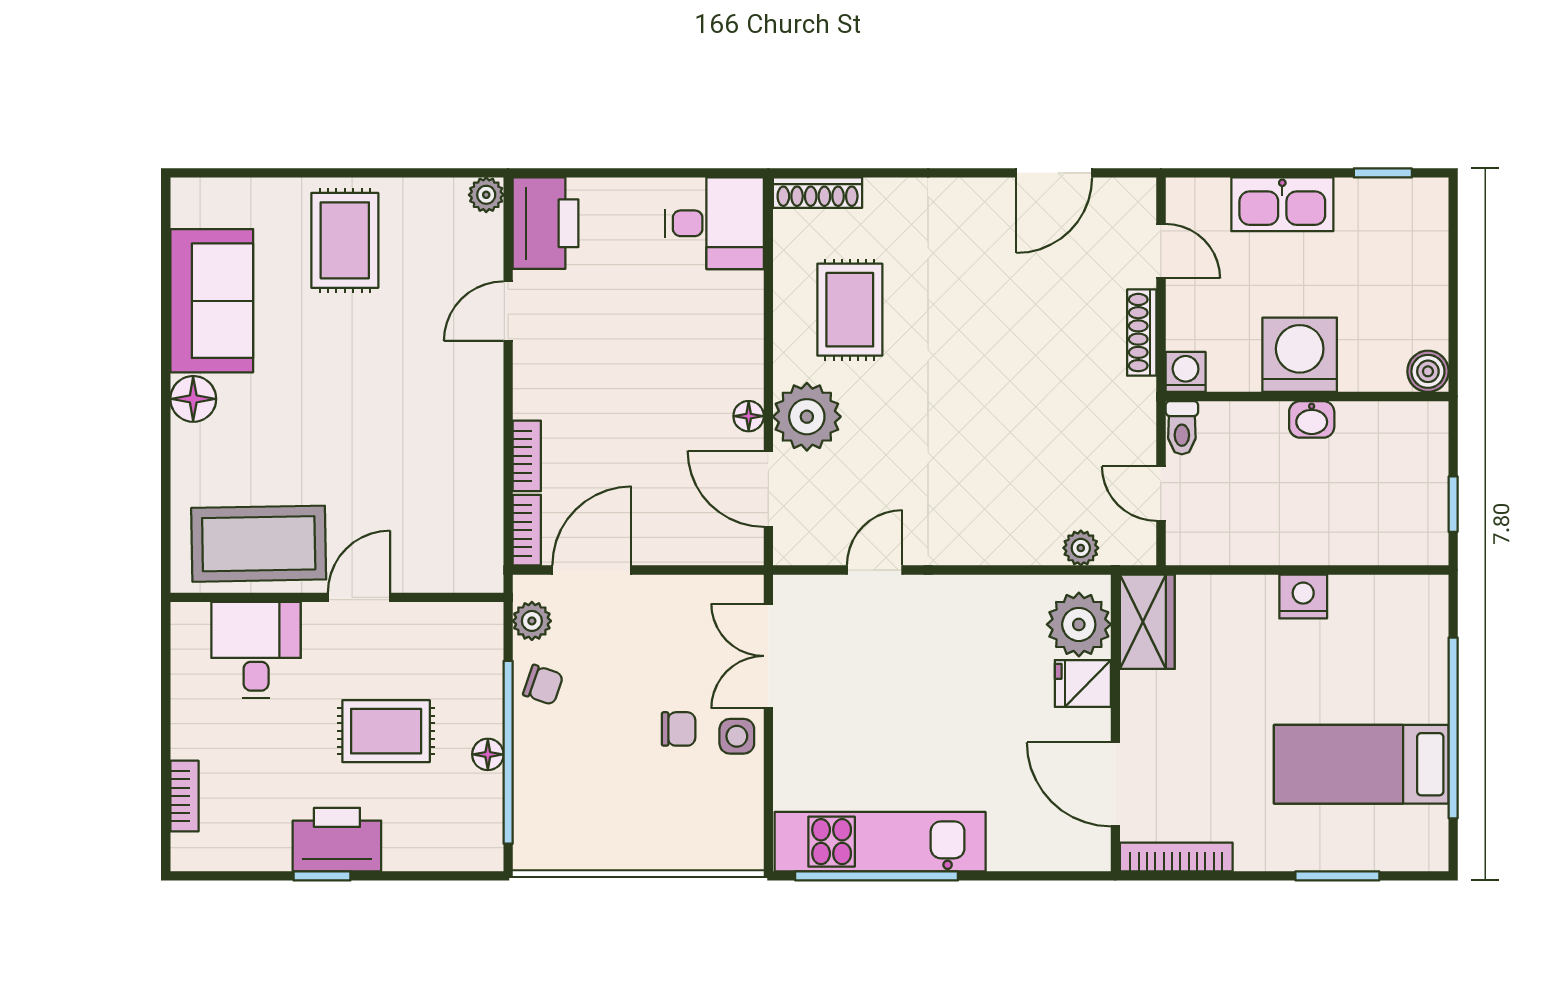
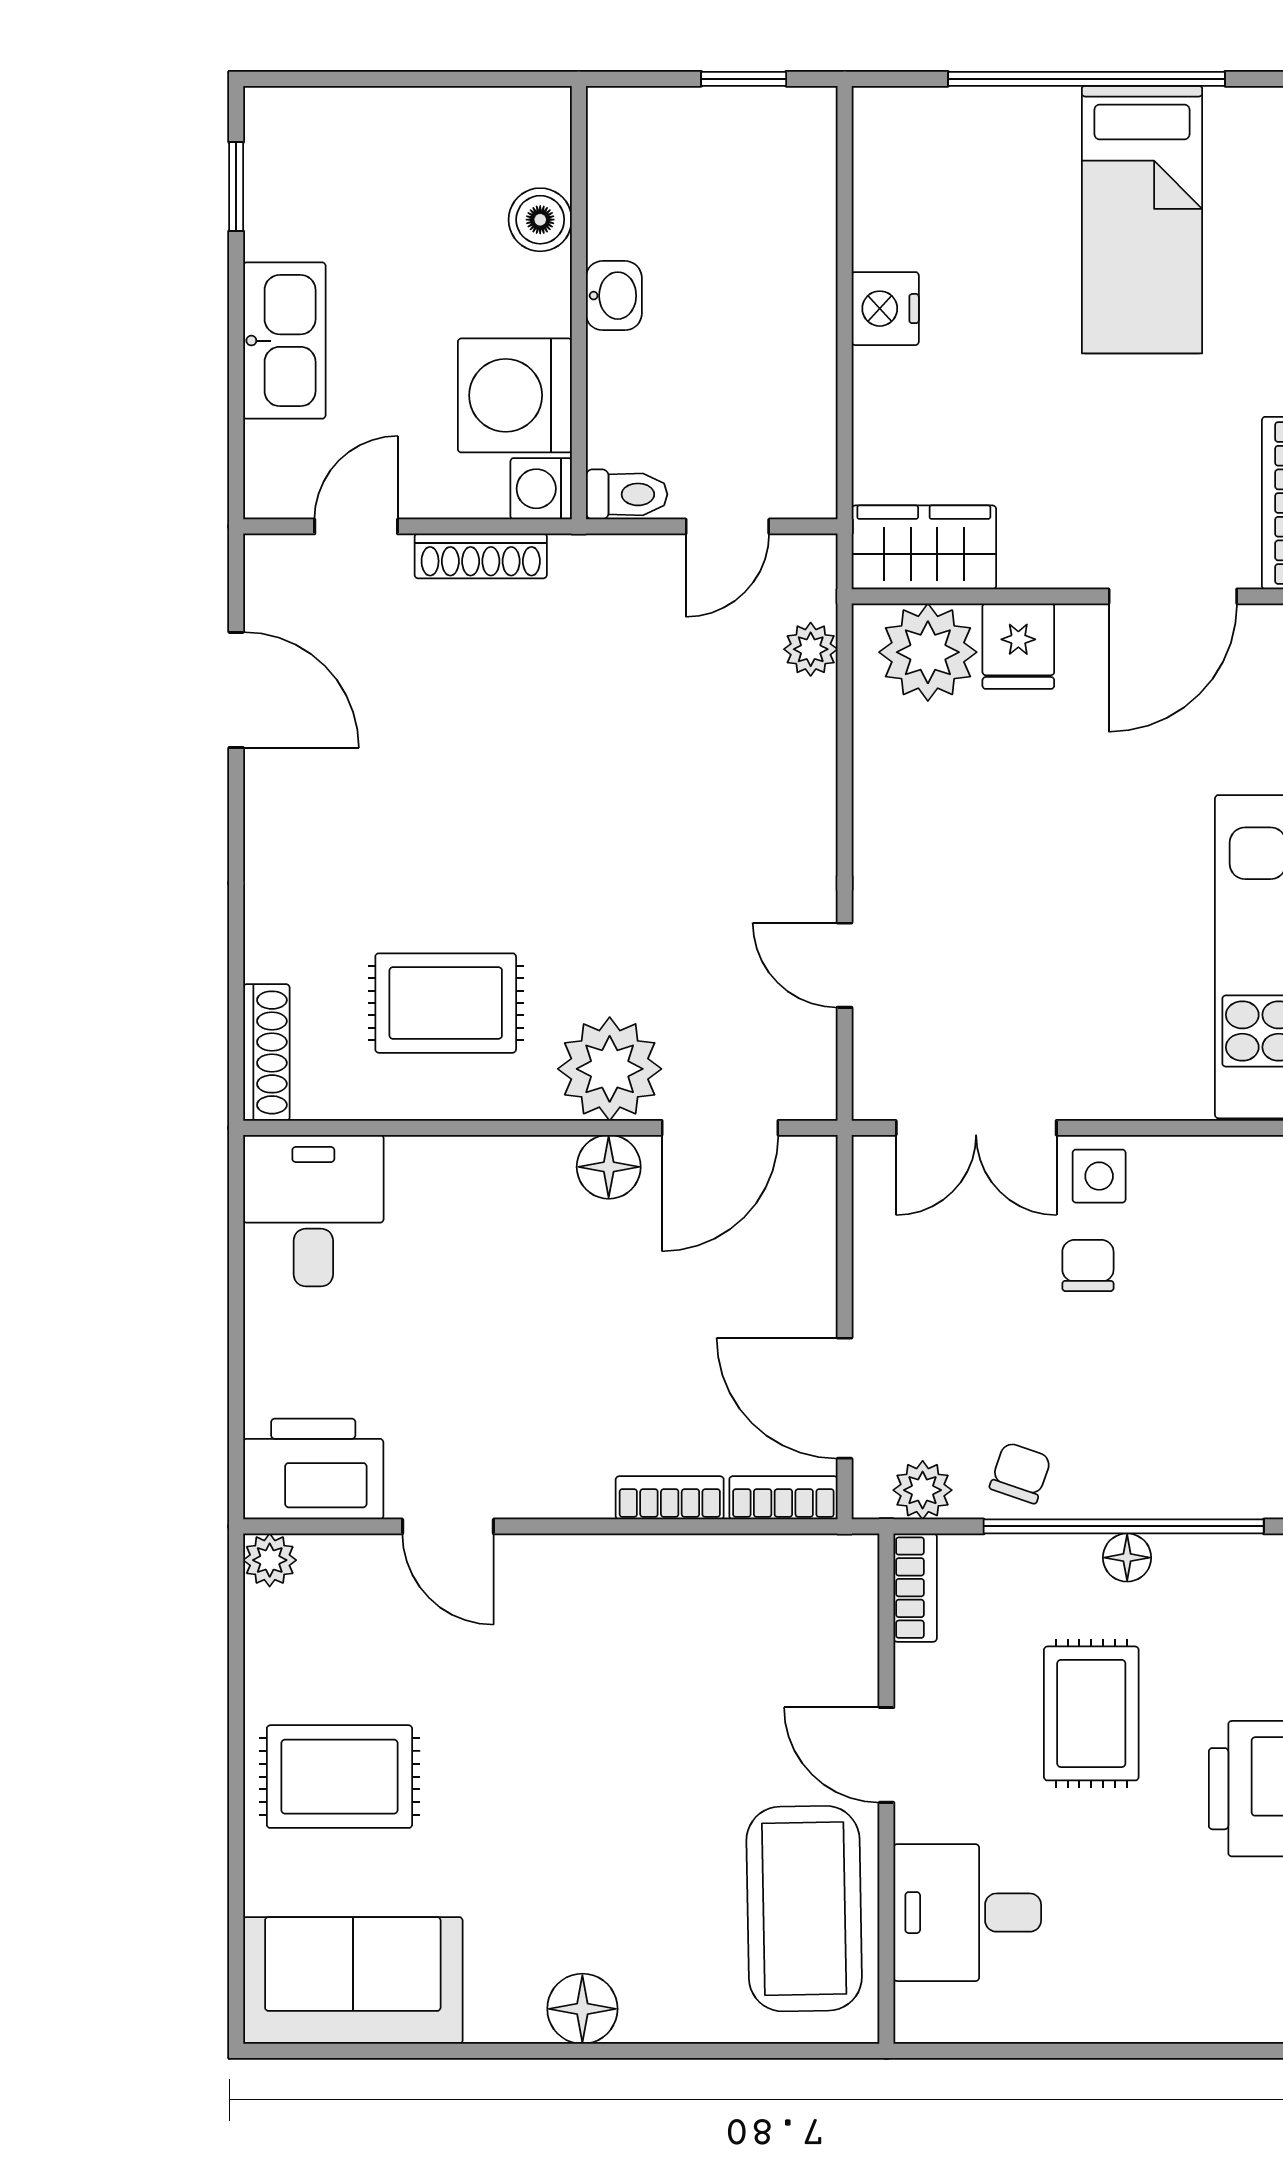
sofa: (212, 301) -> (353, 1980), moved
washing machine: (1300, 355) -> (515, 395), moved
boiler: (1428, 371) -> (540, 220), moved
floor lamp: (749, 416) -> (609, 1167), width x1.37, depth x1.37
bookcase: (184, 796) -> (915, 1588), moved, turned 90

